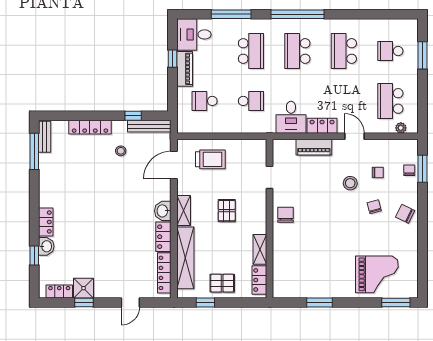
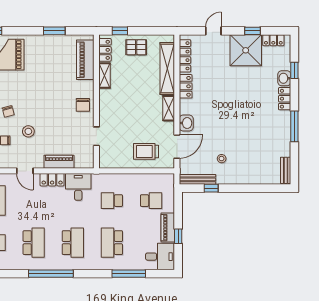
window: (297, 14) -> (51, 274), moved
locker: (90, 127) -> (247, 179), removed
window: (34, 151) -> (294, 126), moved
washbasin: (163, 211) -> (186, 123), moved
pallet: (227, 211) -> (132, 108), removed
piano: (283, 268) -> (85, 60), added
shower: (84, 288) -> (246, 50), width x1.86, depth x1.86
window: (205, 302) -> (120, 31), moved

